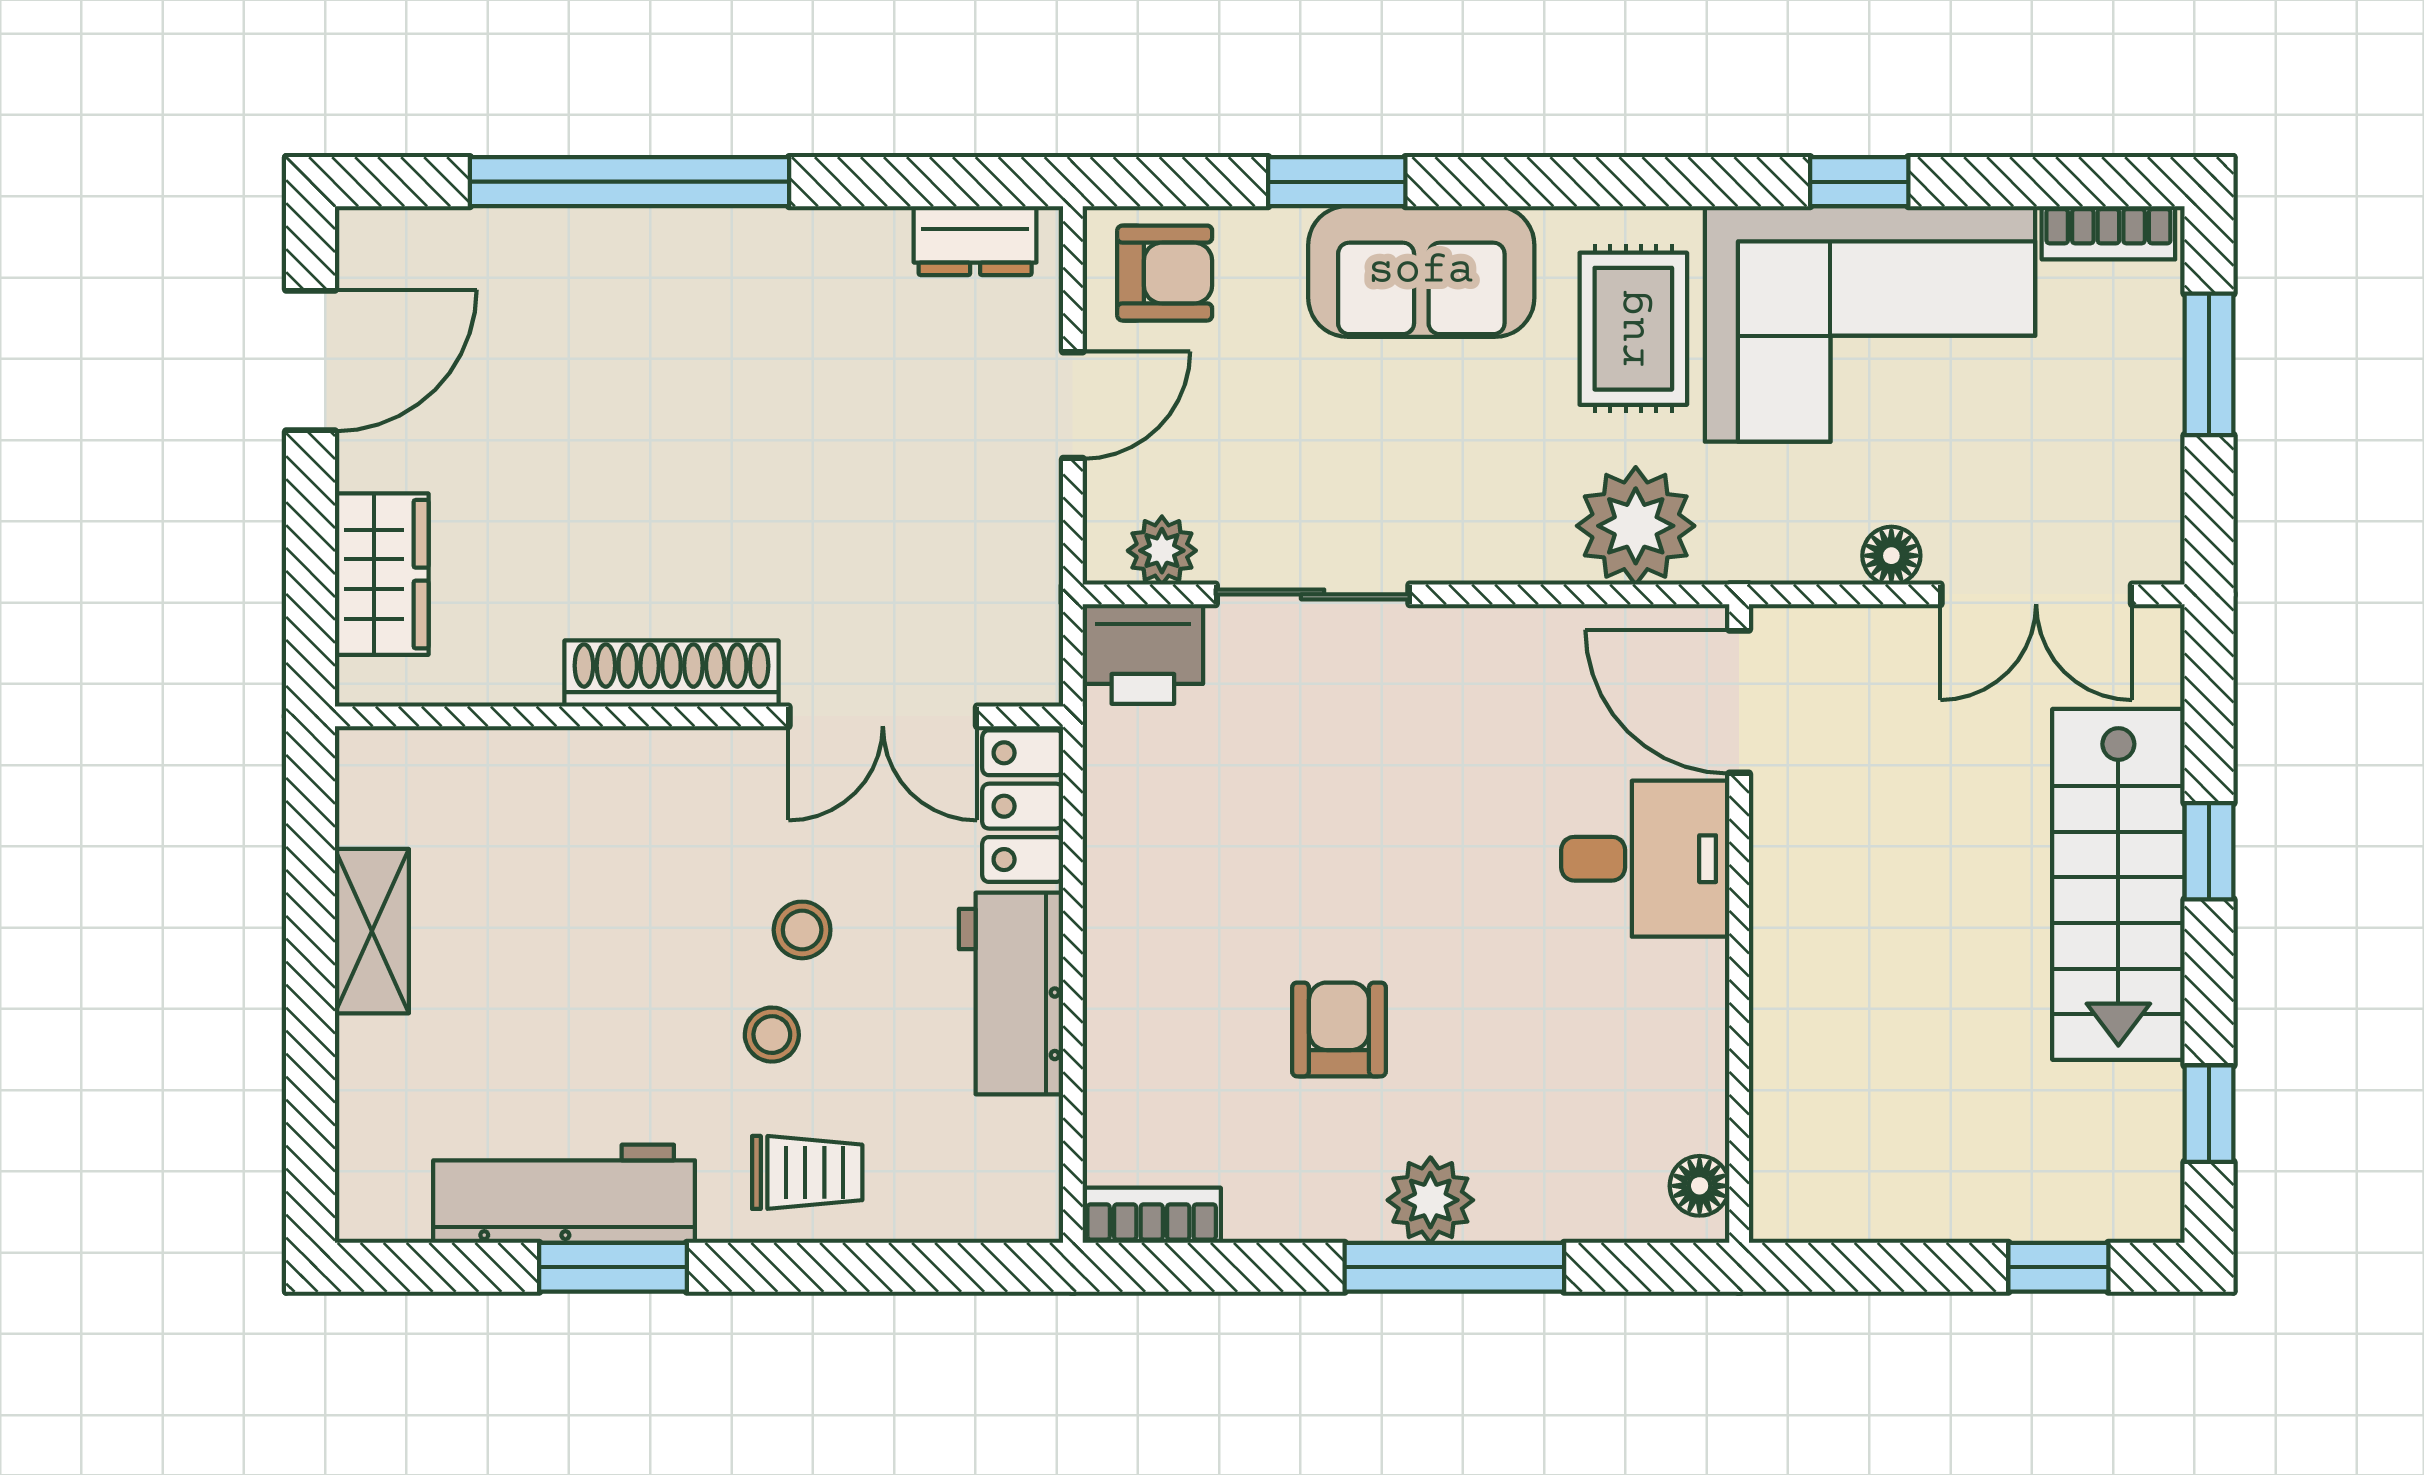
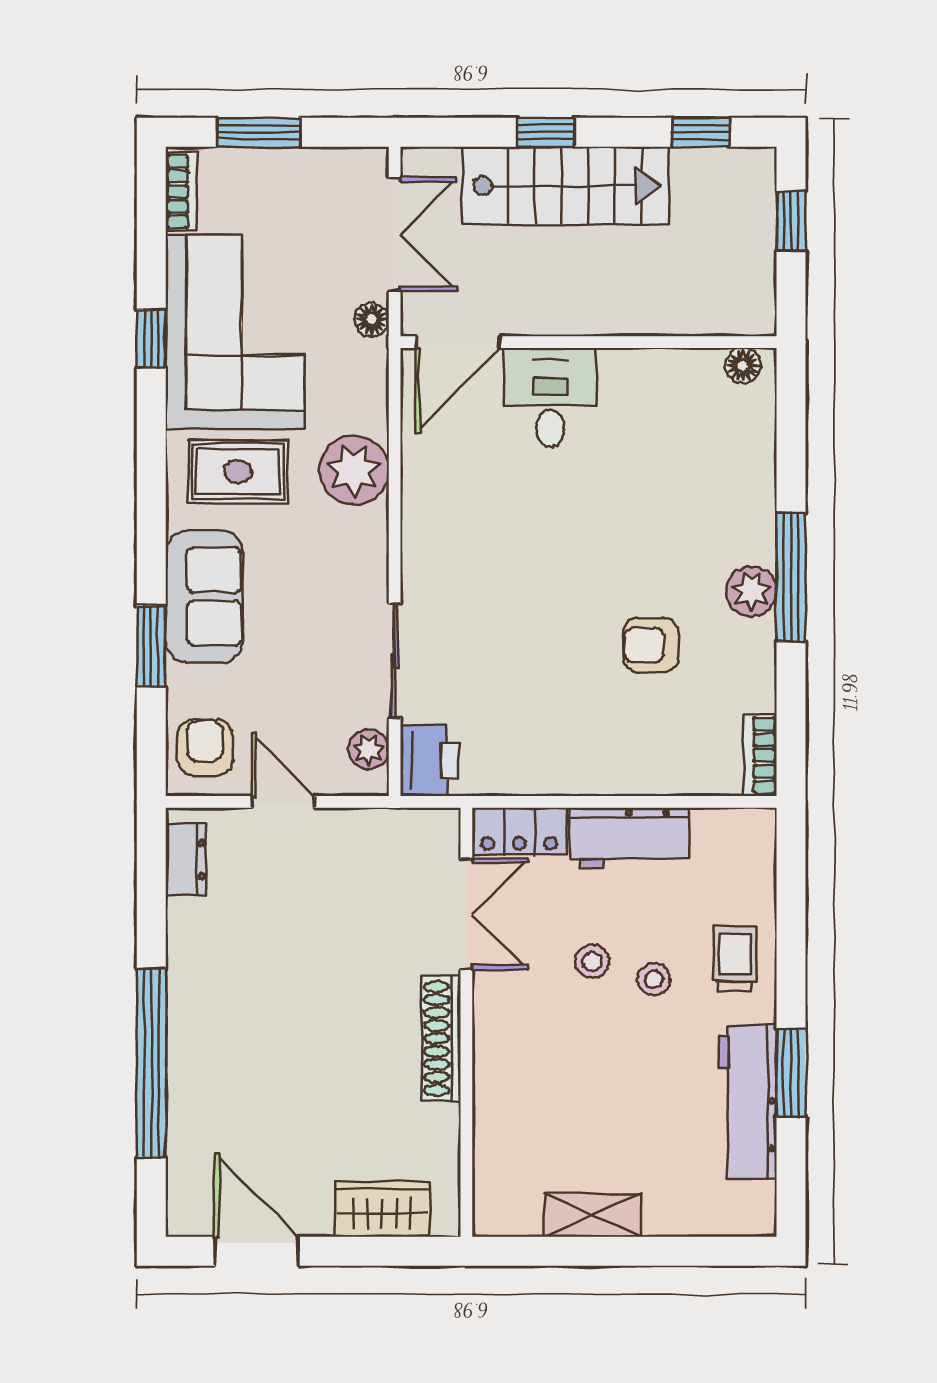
door: (1739, 702) -> (458, 342), moved
desk: (1645, 859) -> (550, 397), moved
wall: (1739, 924) -> (589, 342), moved
floor lamp: (1700, 1186) -> (743, 365), moved

